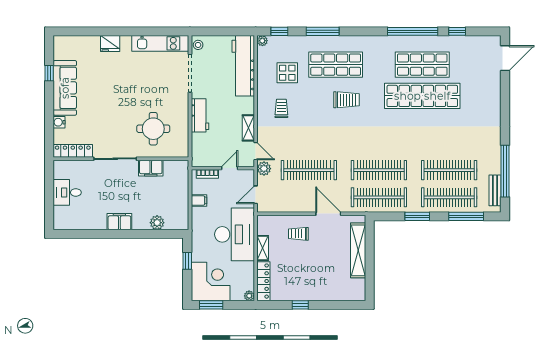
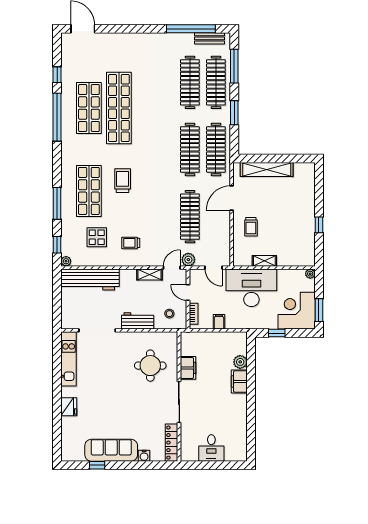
stool: (198, 45) -> (169, 314), moved
filing cabinet: (119, 222) -> (239, 382), moved
locker: (263, 281) -> (296, 260), removed

